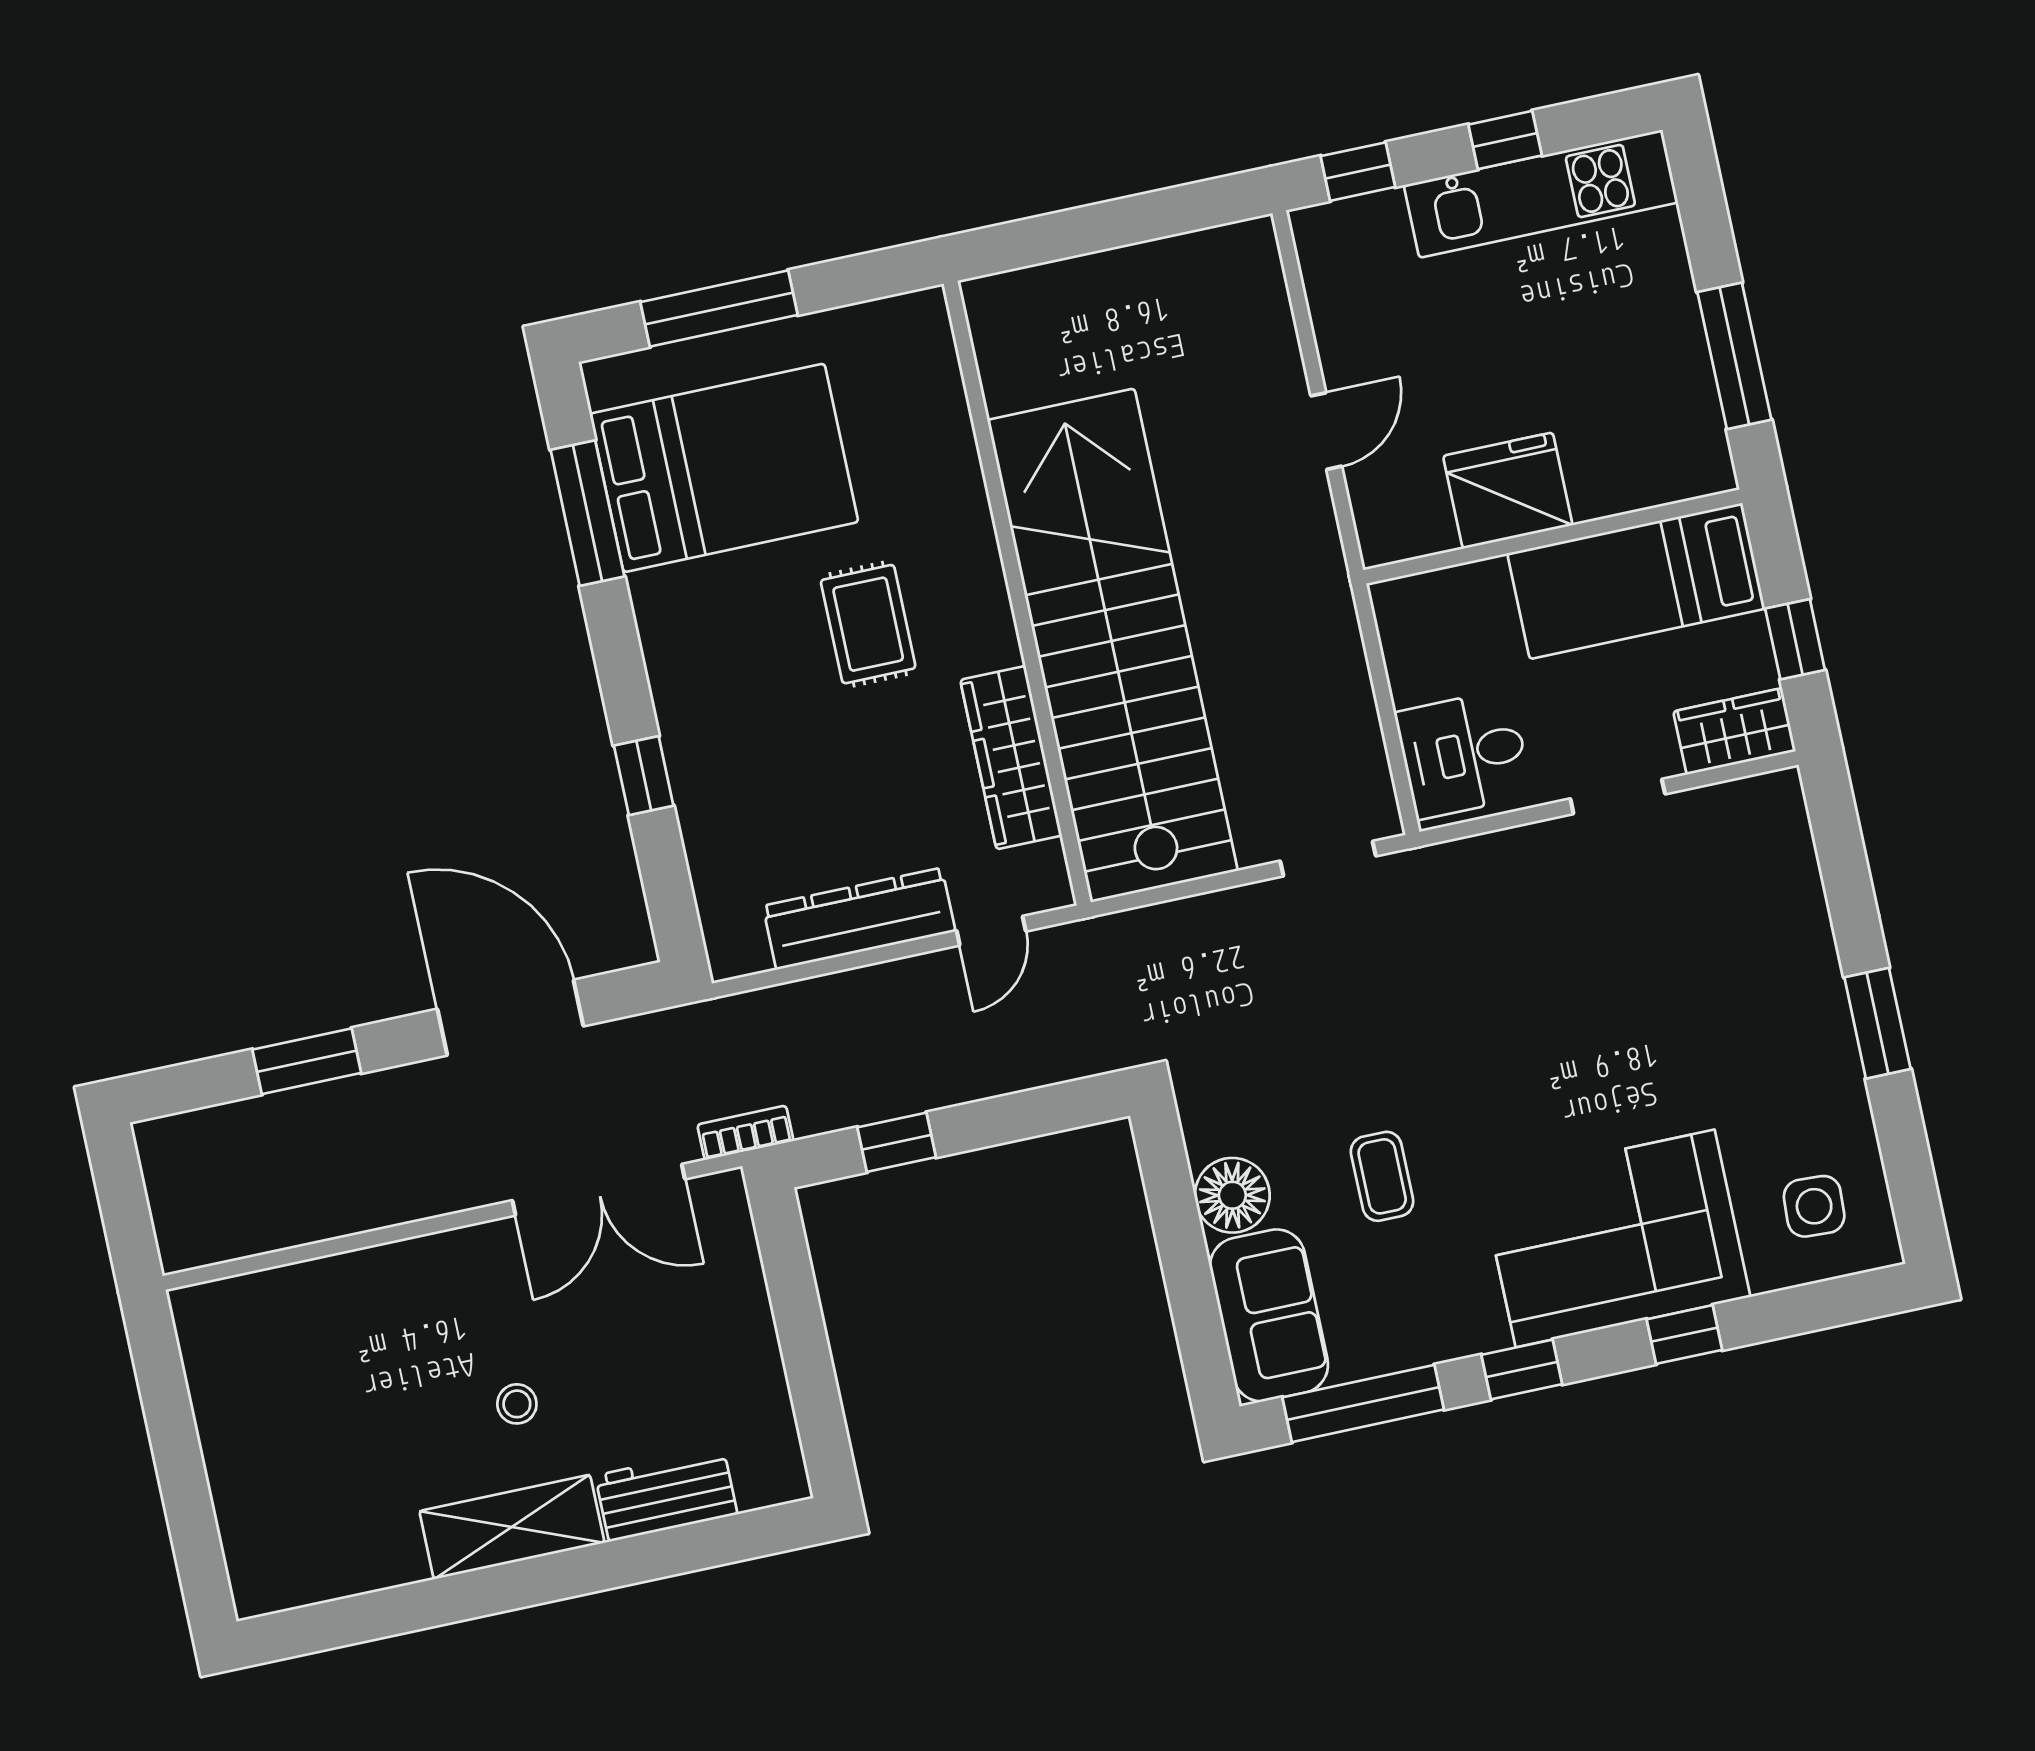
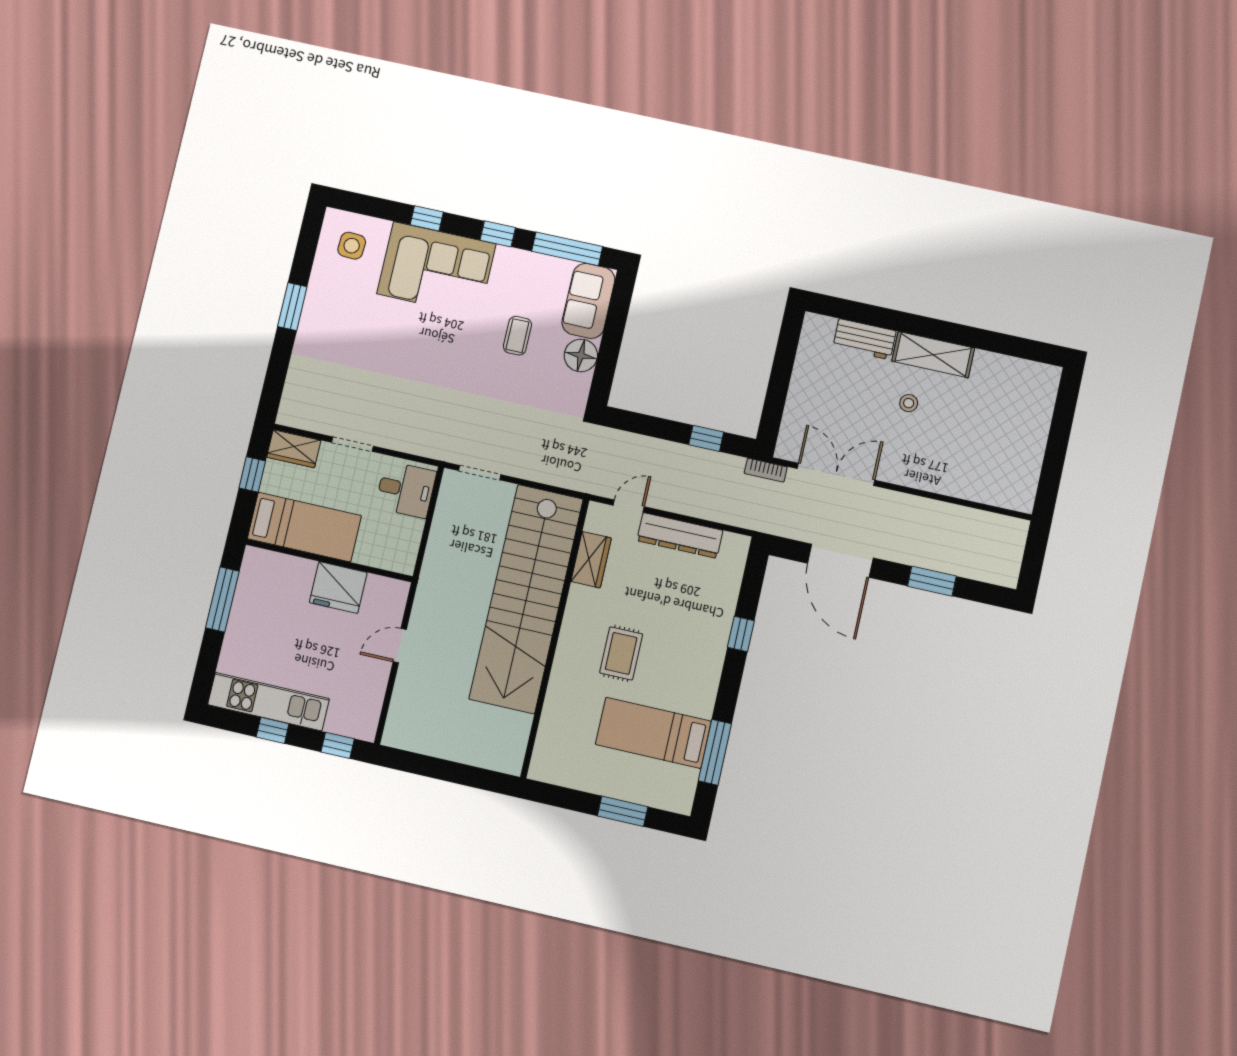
window: (719, 309) -> (623, 811), width x0.69
bed: (724, 468) -> (653, 733), width x0.67
wardrobe: (1011, 758) -> (591, 560), width x0.67

